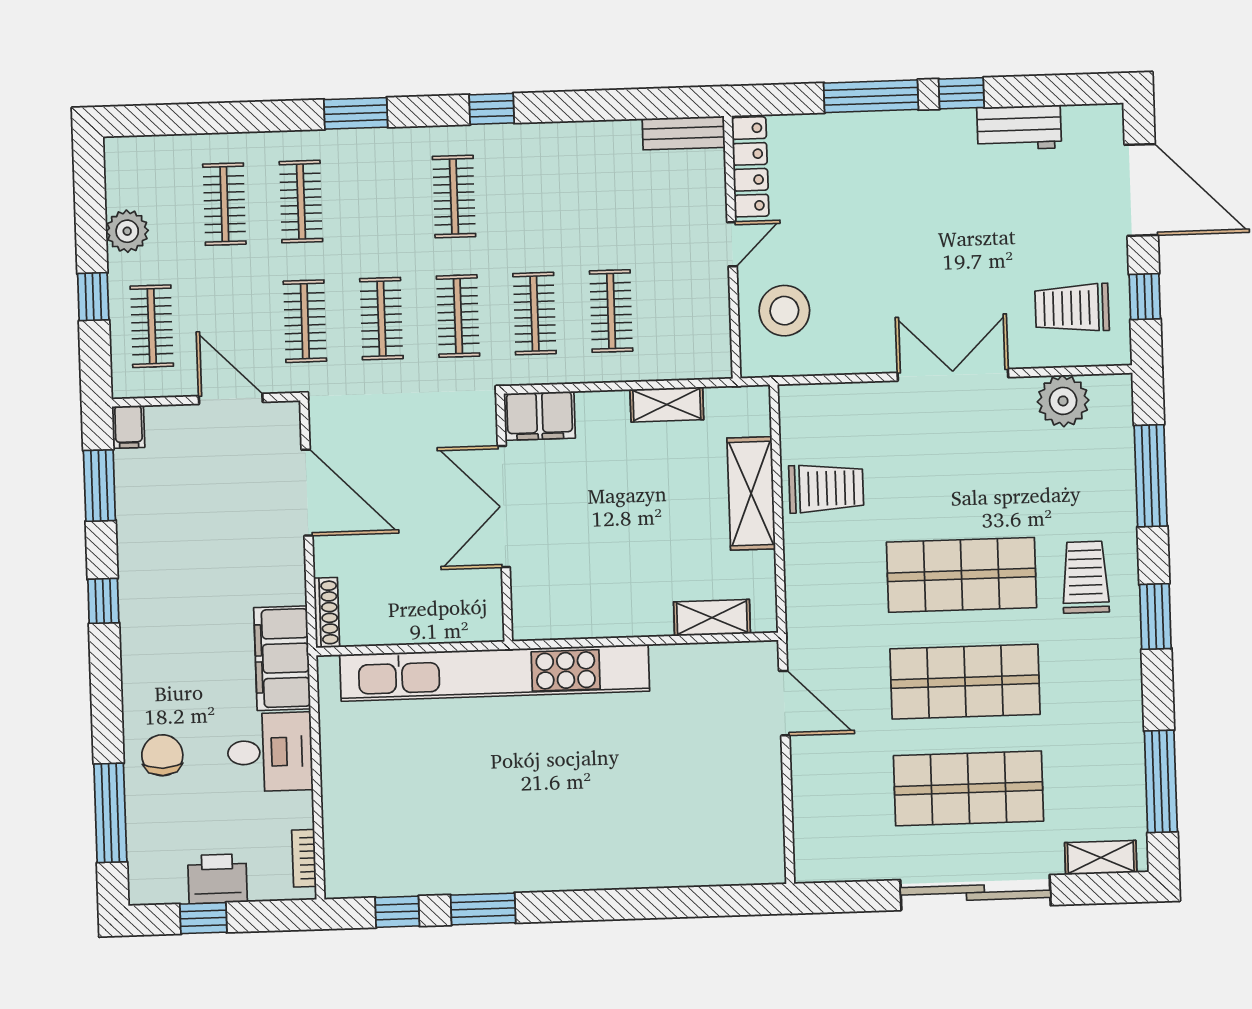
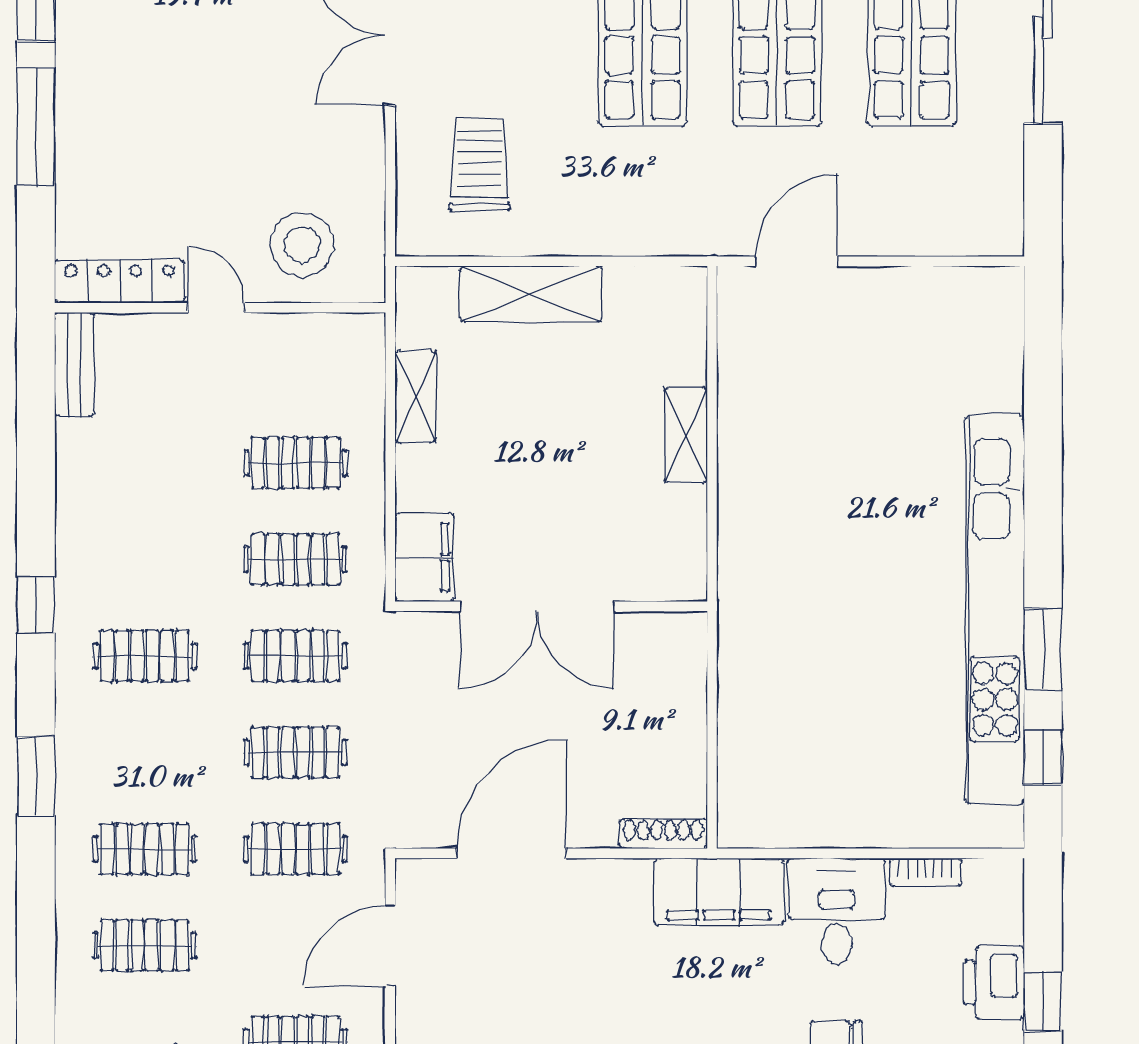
trolley: (826, 488) -> (480, 164), moved
shelving: (712, 618) -> (686, 435), moved
kitchen unit: (495, 673) -> (995, 610), moved, turned 180
bookcase: (304, 858) -> (925, 872), moved

